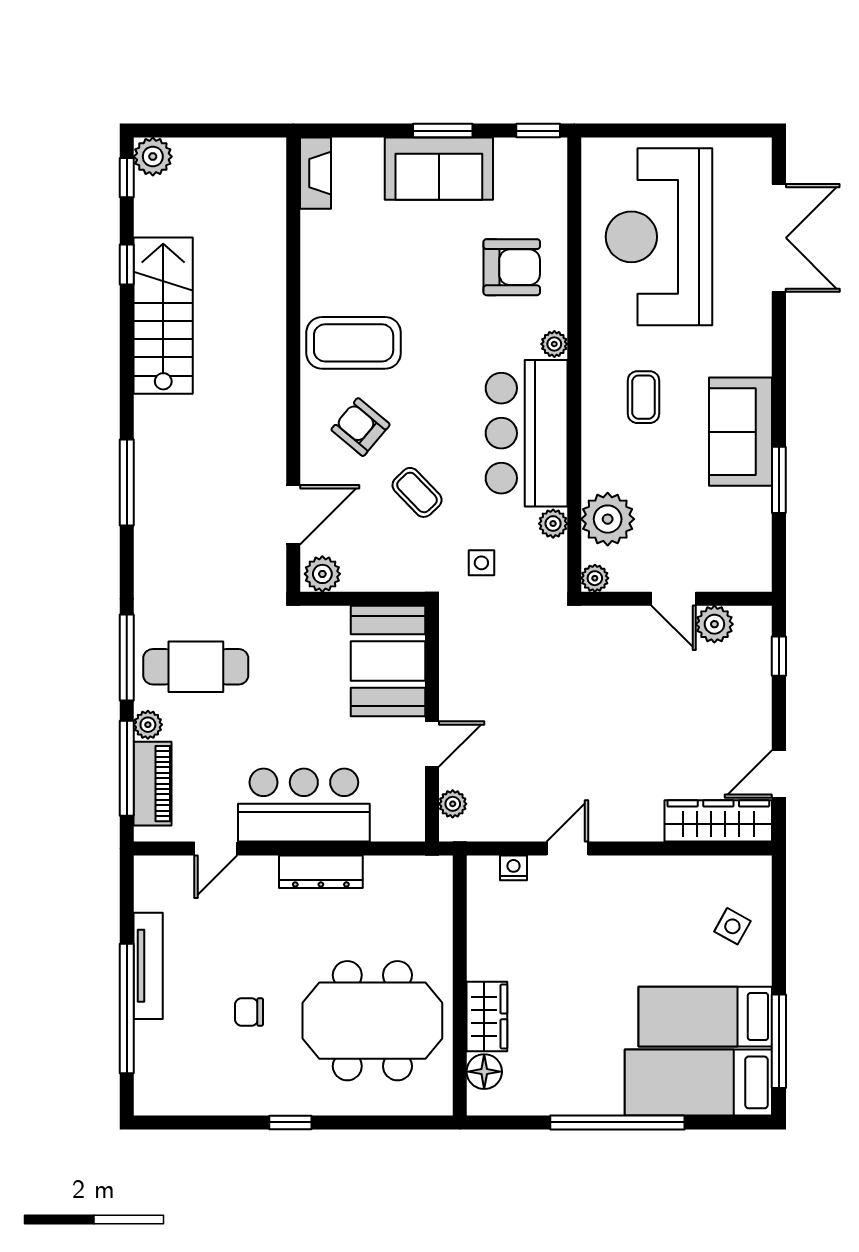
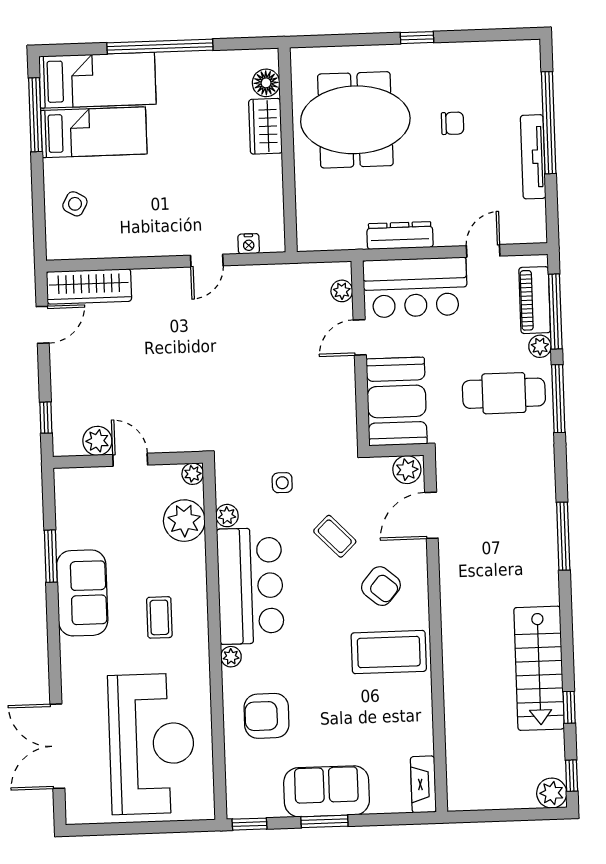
booth: (388, 661) -> (397, 401), moved
wall: (432, 724) -> (360, 353), moved
door: (432, 744) -> (360, 337), moved
plant: (453, 804) -> (342, 291), moved

